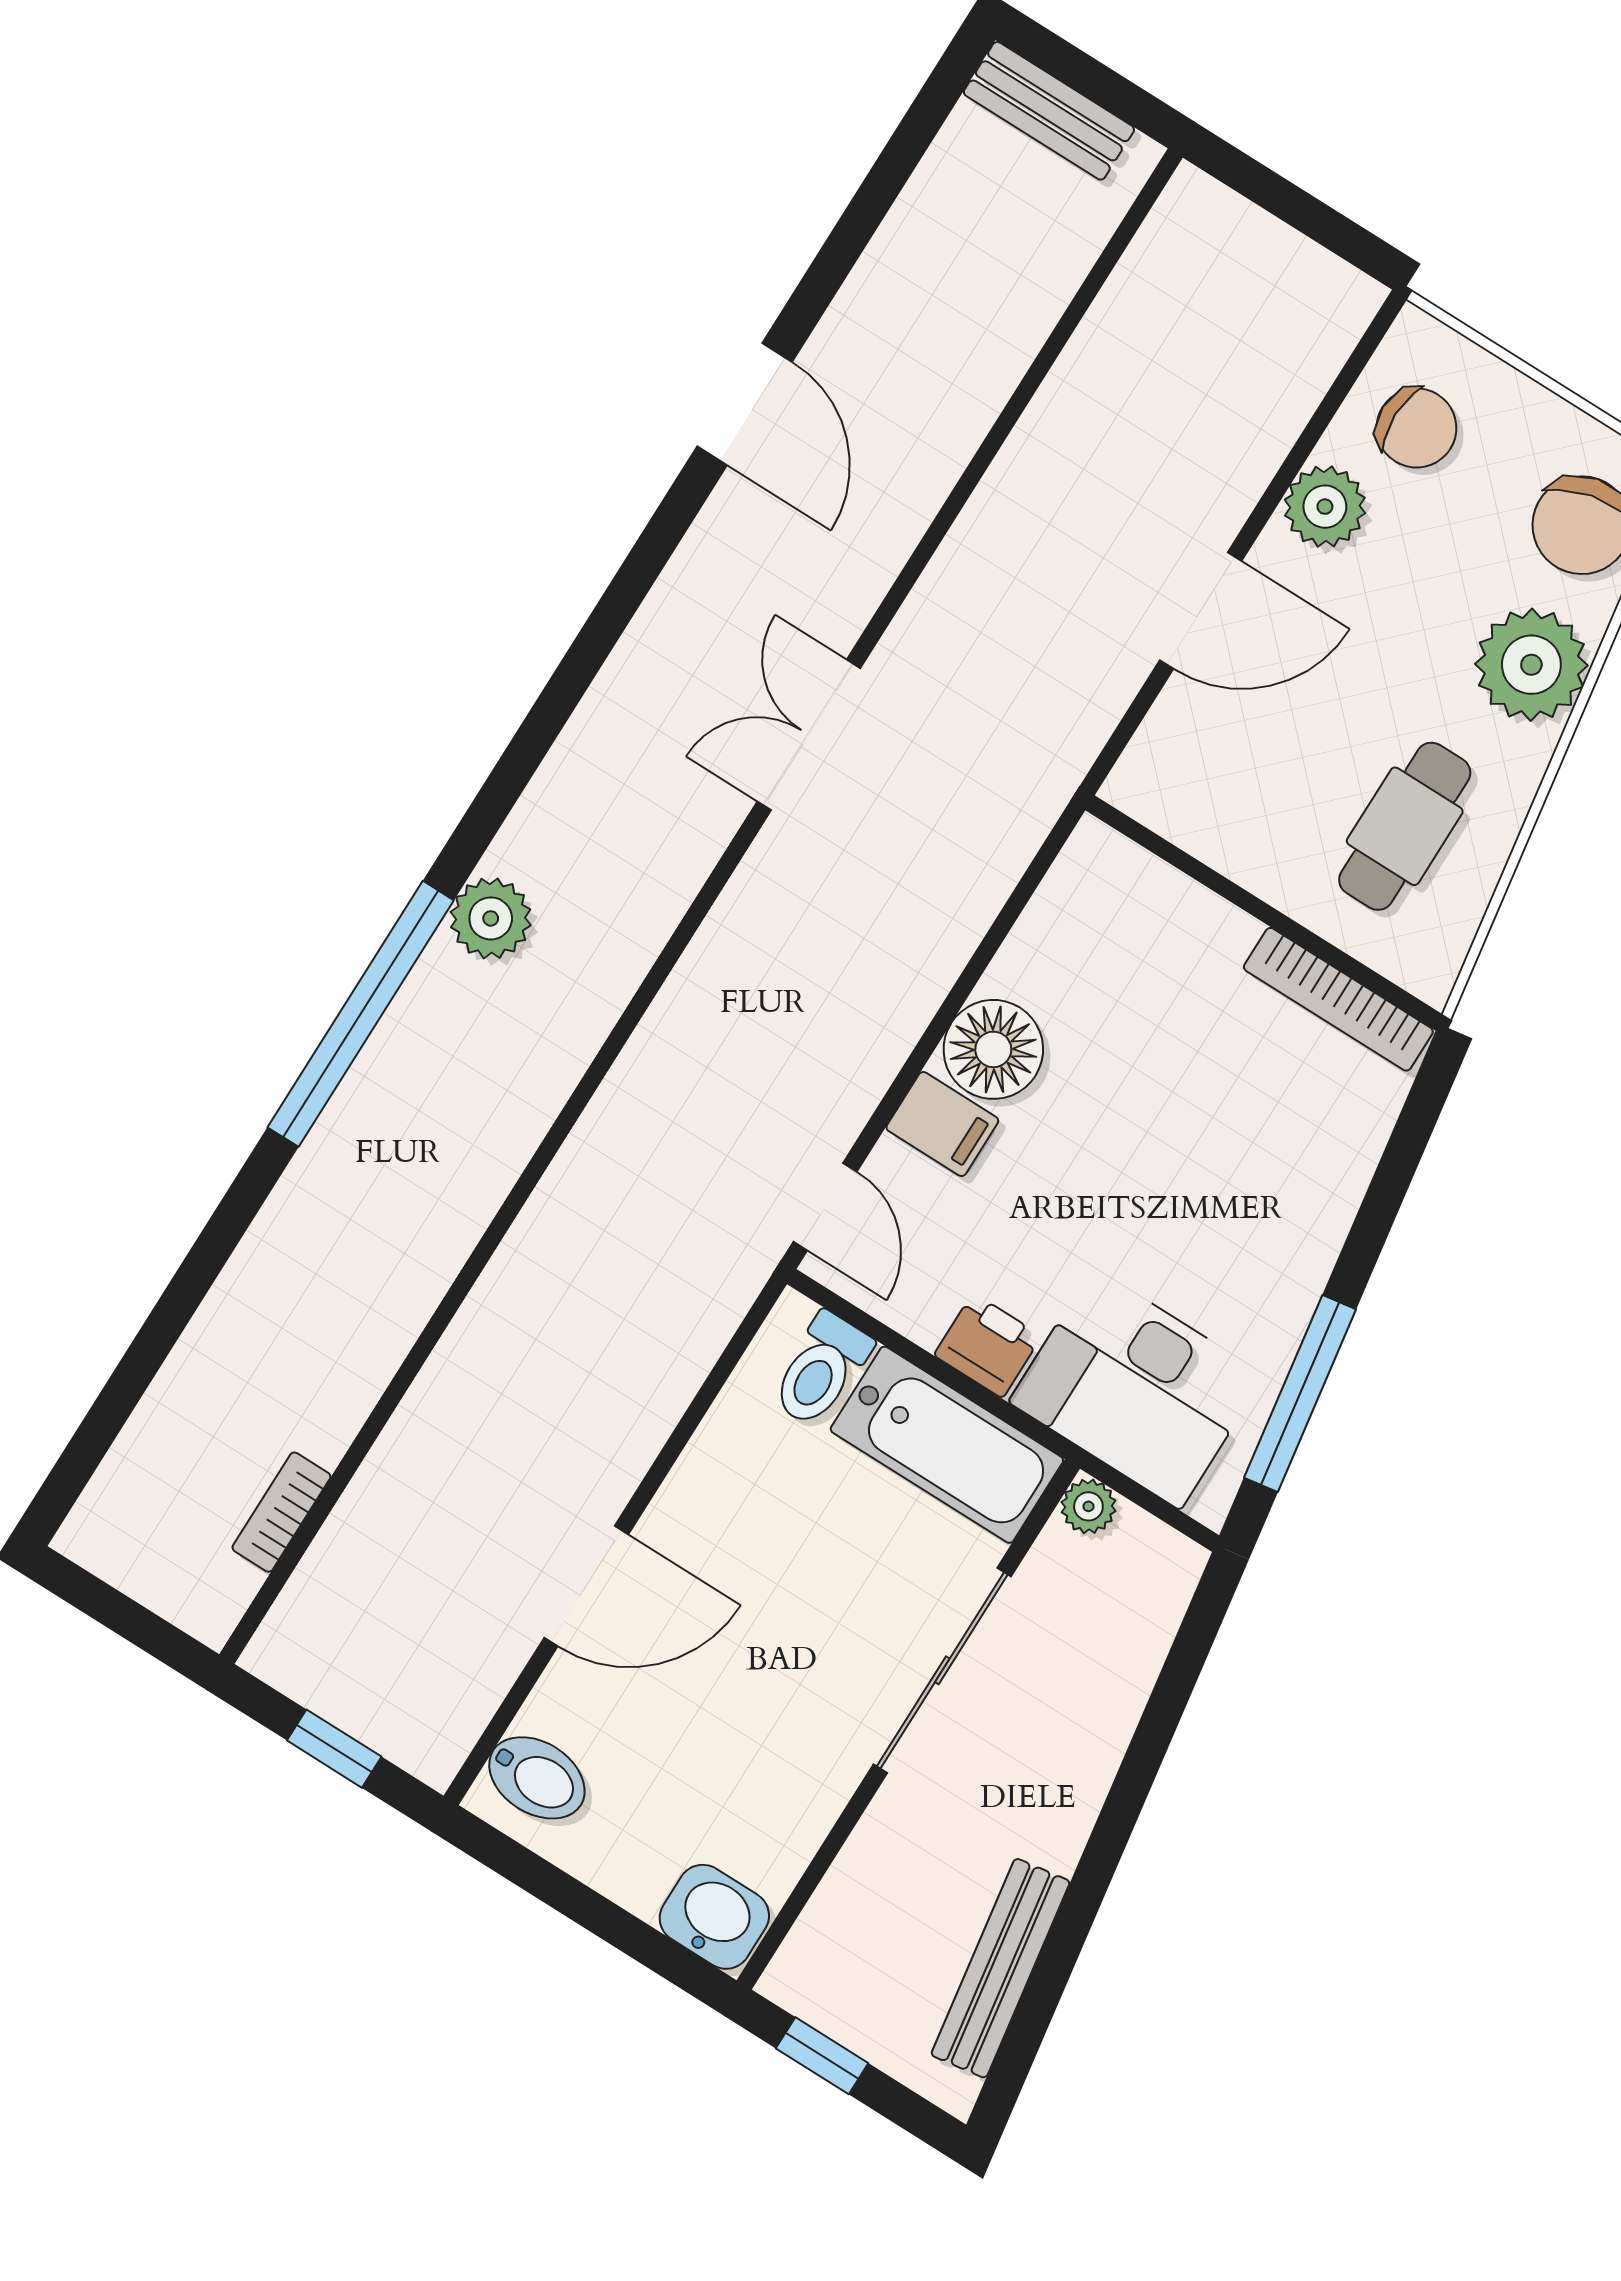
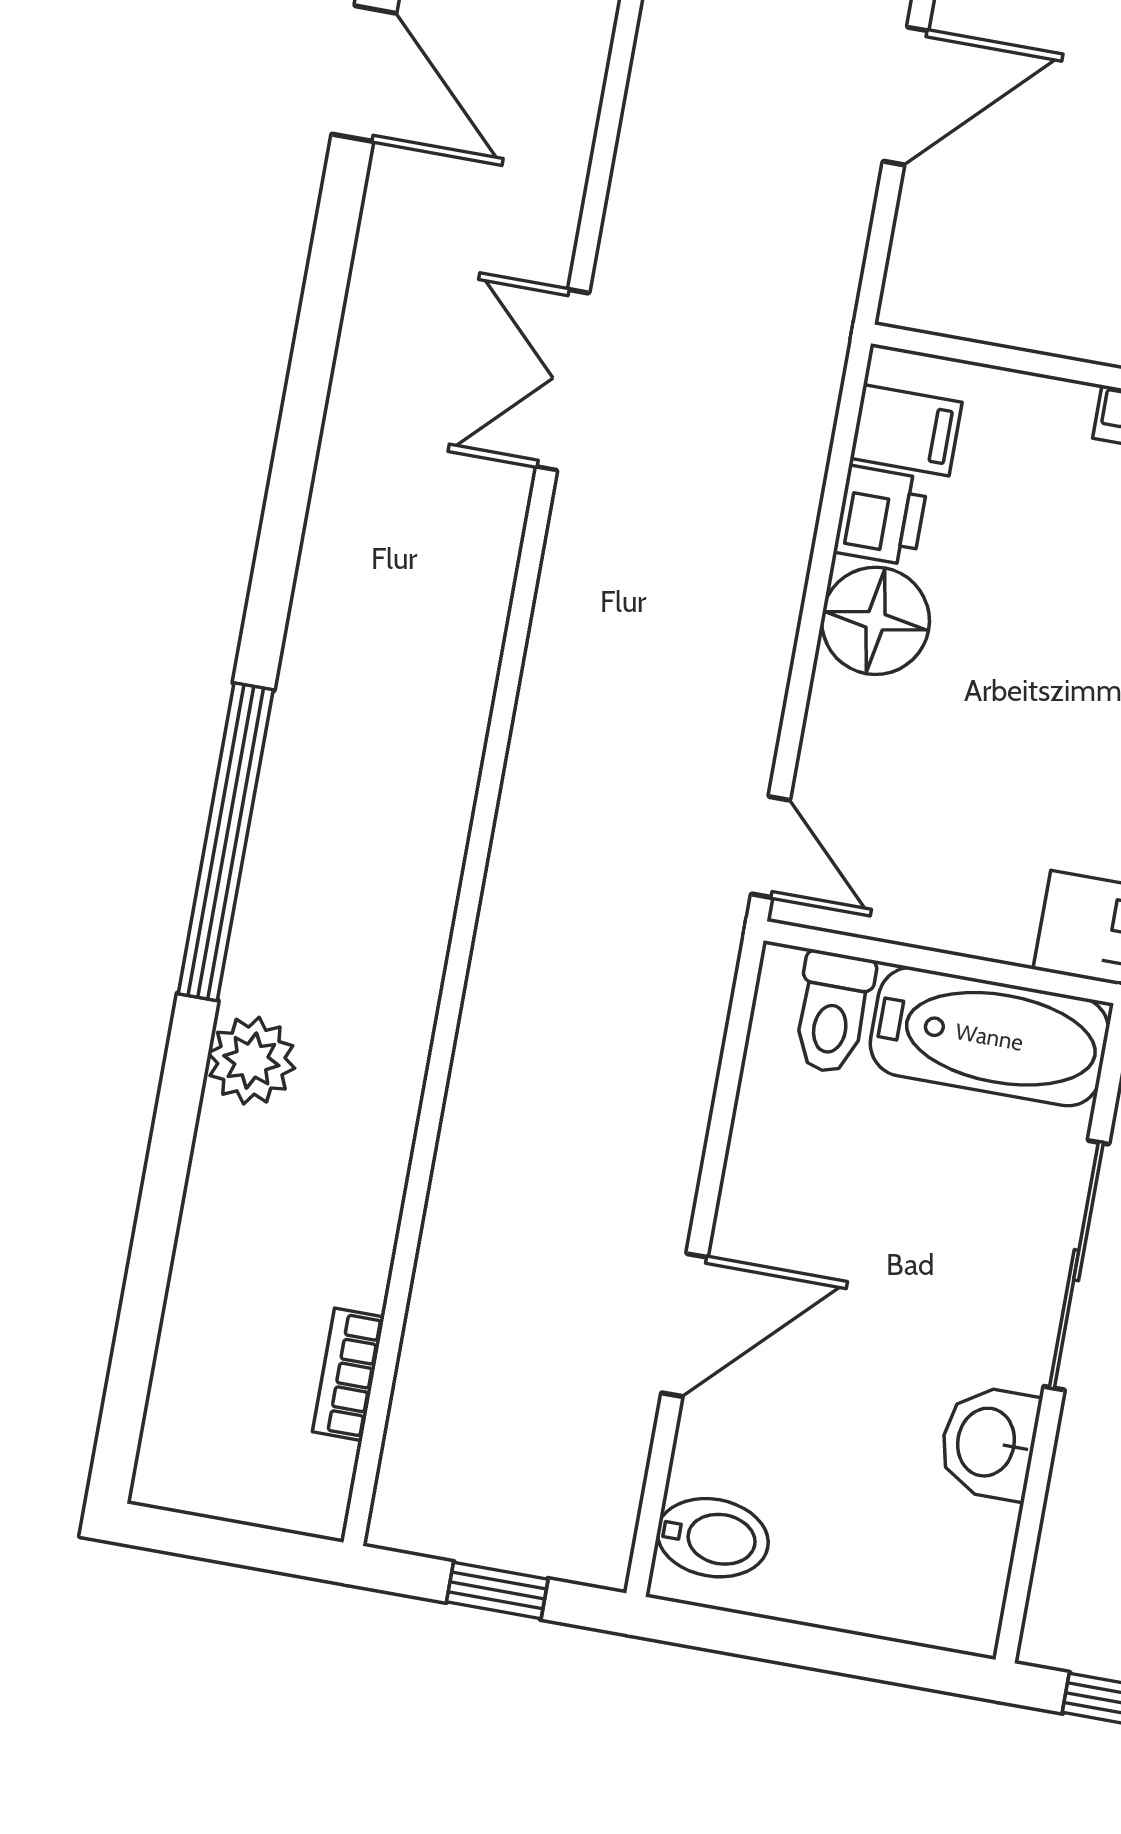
plant: (491, 918) -> (251, 1061), moved
filing cabinet: (942, 1124) -> (906, 430), moved
printer: (988, 1346) -> (881, 515), moved, turned 90
washbasin: (714, 1917) -> (989, 1443), moved, turned -90

